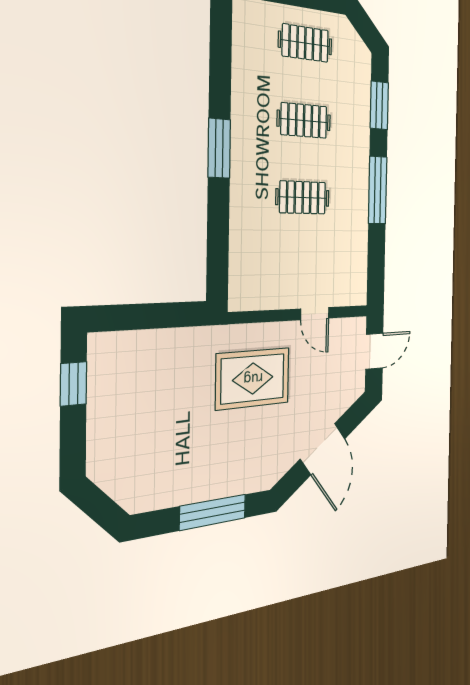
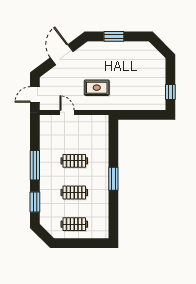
rug: (253, 379) -> (97, 88), width x0.73, depth x0.70
window: (213, 512) -> (114, 36), width x0.69

